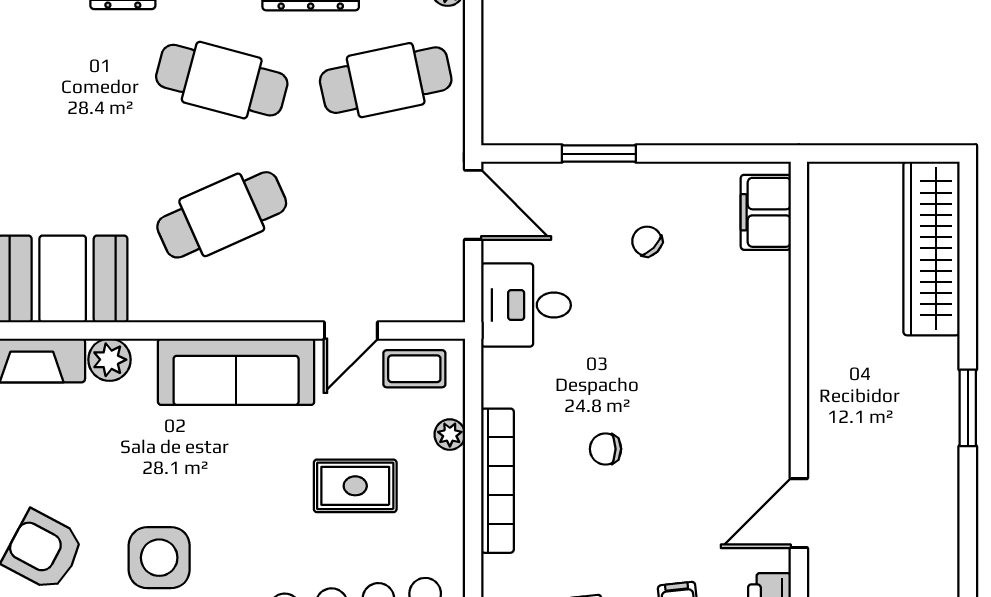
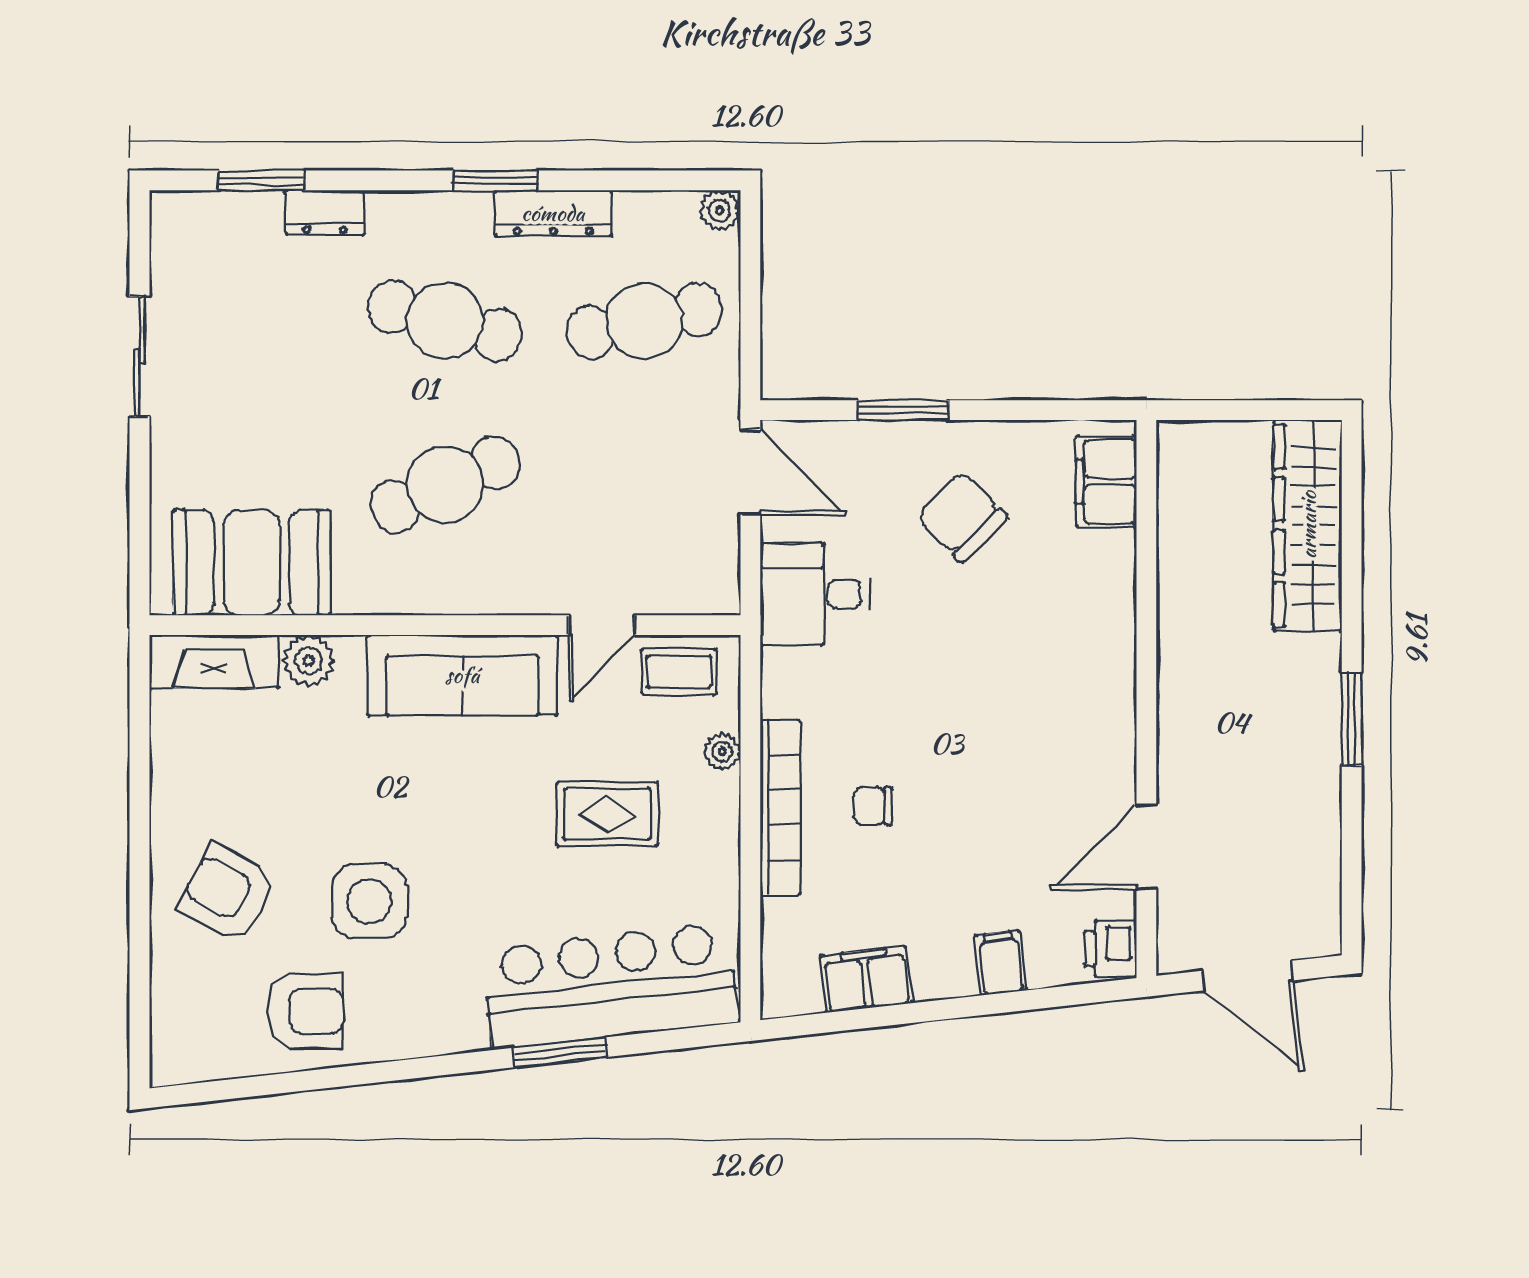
chair: (647, 241) -> (962, 517), width x1.87, depth x1.87
chair: (606, 449) -> (873, 806), moved

